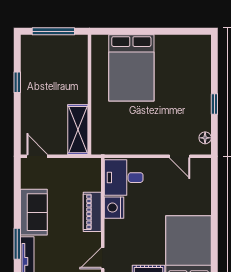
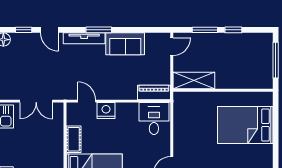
window: (17, 116) -> (205, 30), added
nightstand: (114, 208) -> (106, 111), moved
piano: (92, 212) -> (154, 92), moved

